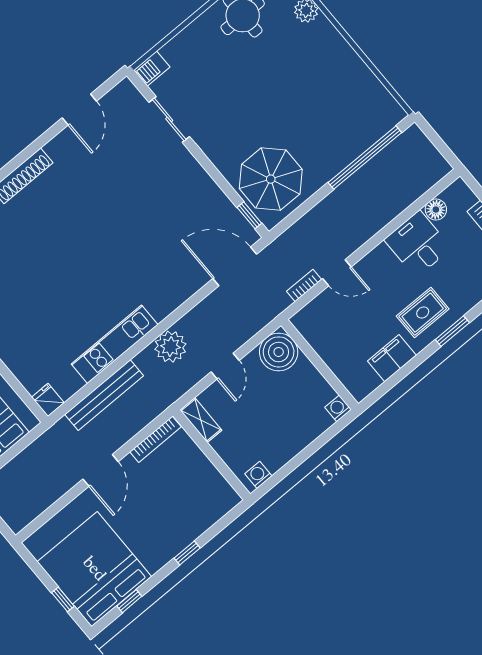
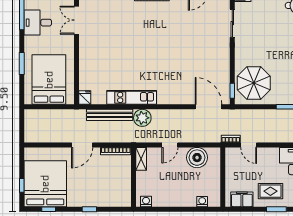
plant: (170, 347) -> (142, 118), moved
wall: (320, 365) -> (223, 177), moved

